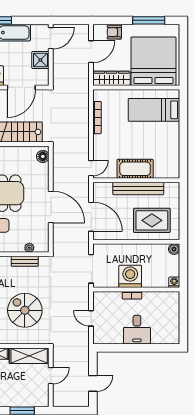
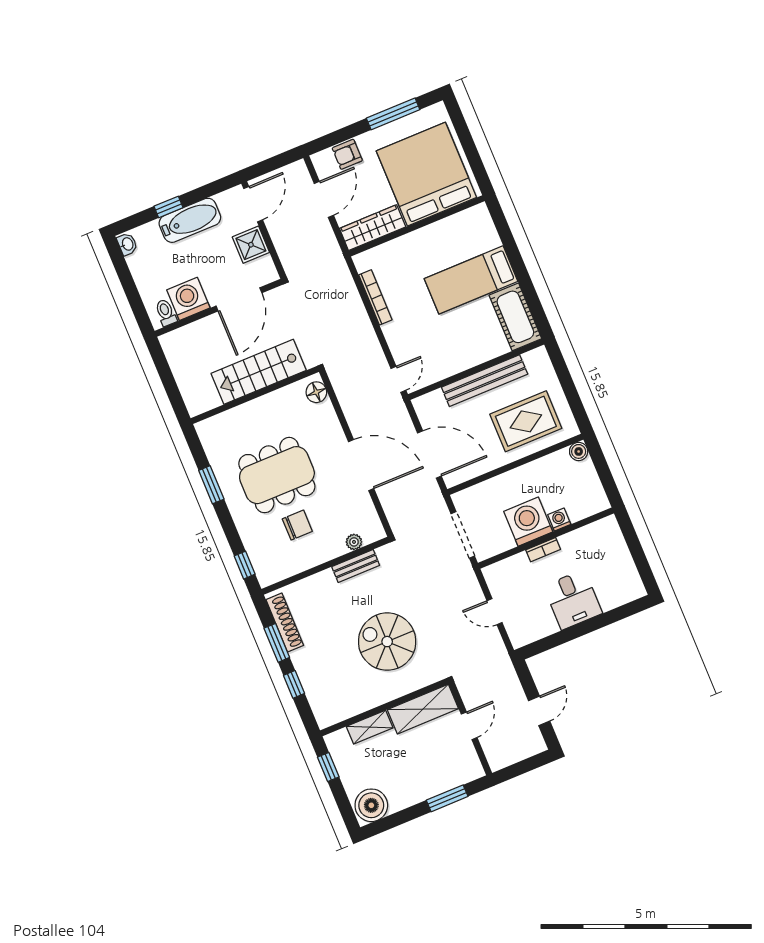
bed: (154, 110) -> (471, 280), moved
cot: (135, 169) -> (515, 317), moved, turned 90
washing machine: (174, 282) -> (559, 519), moved

